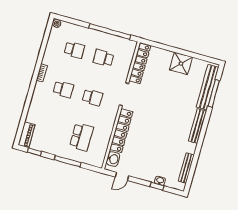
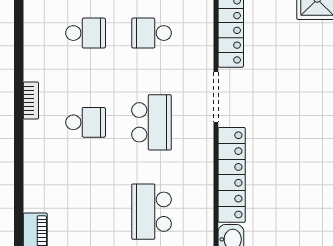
school desk: (92, 97) -> (152, 122), width x1.85
school desk: (81, 137) -> (152, 212), turned 180

